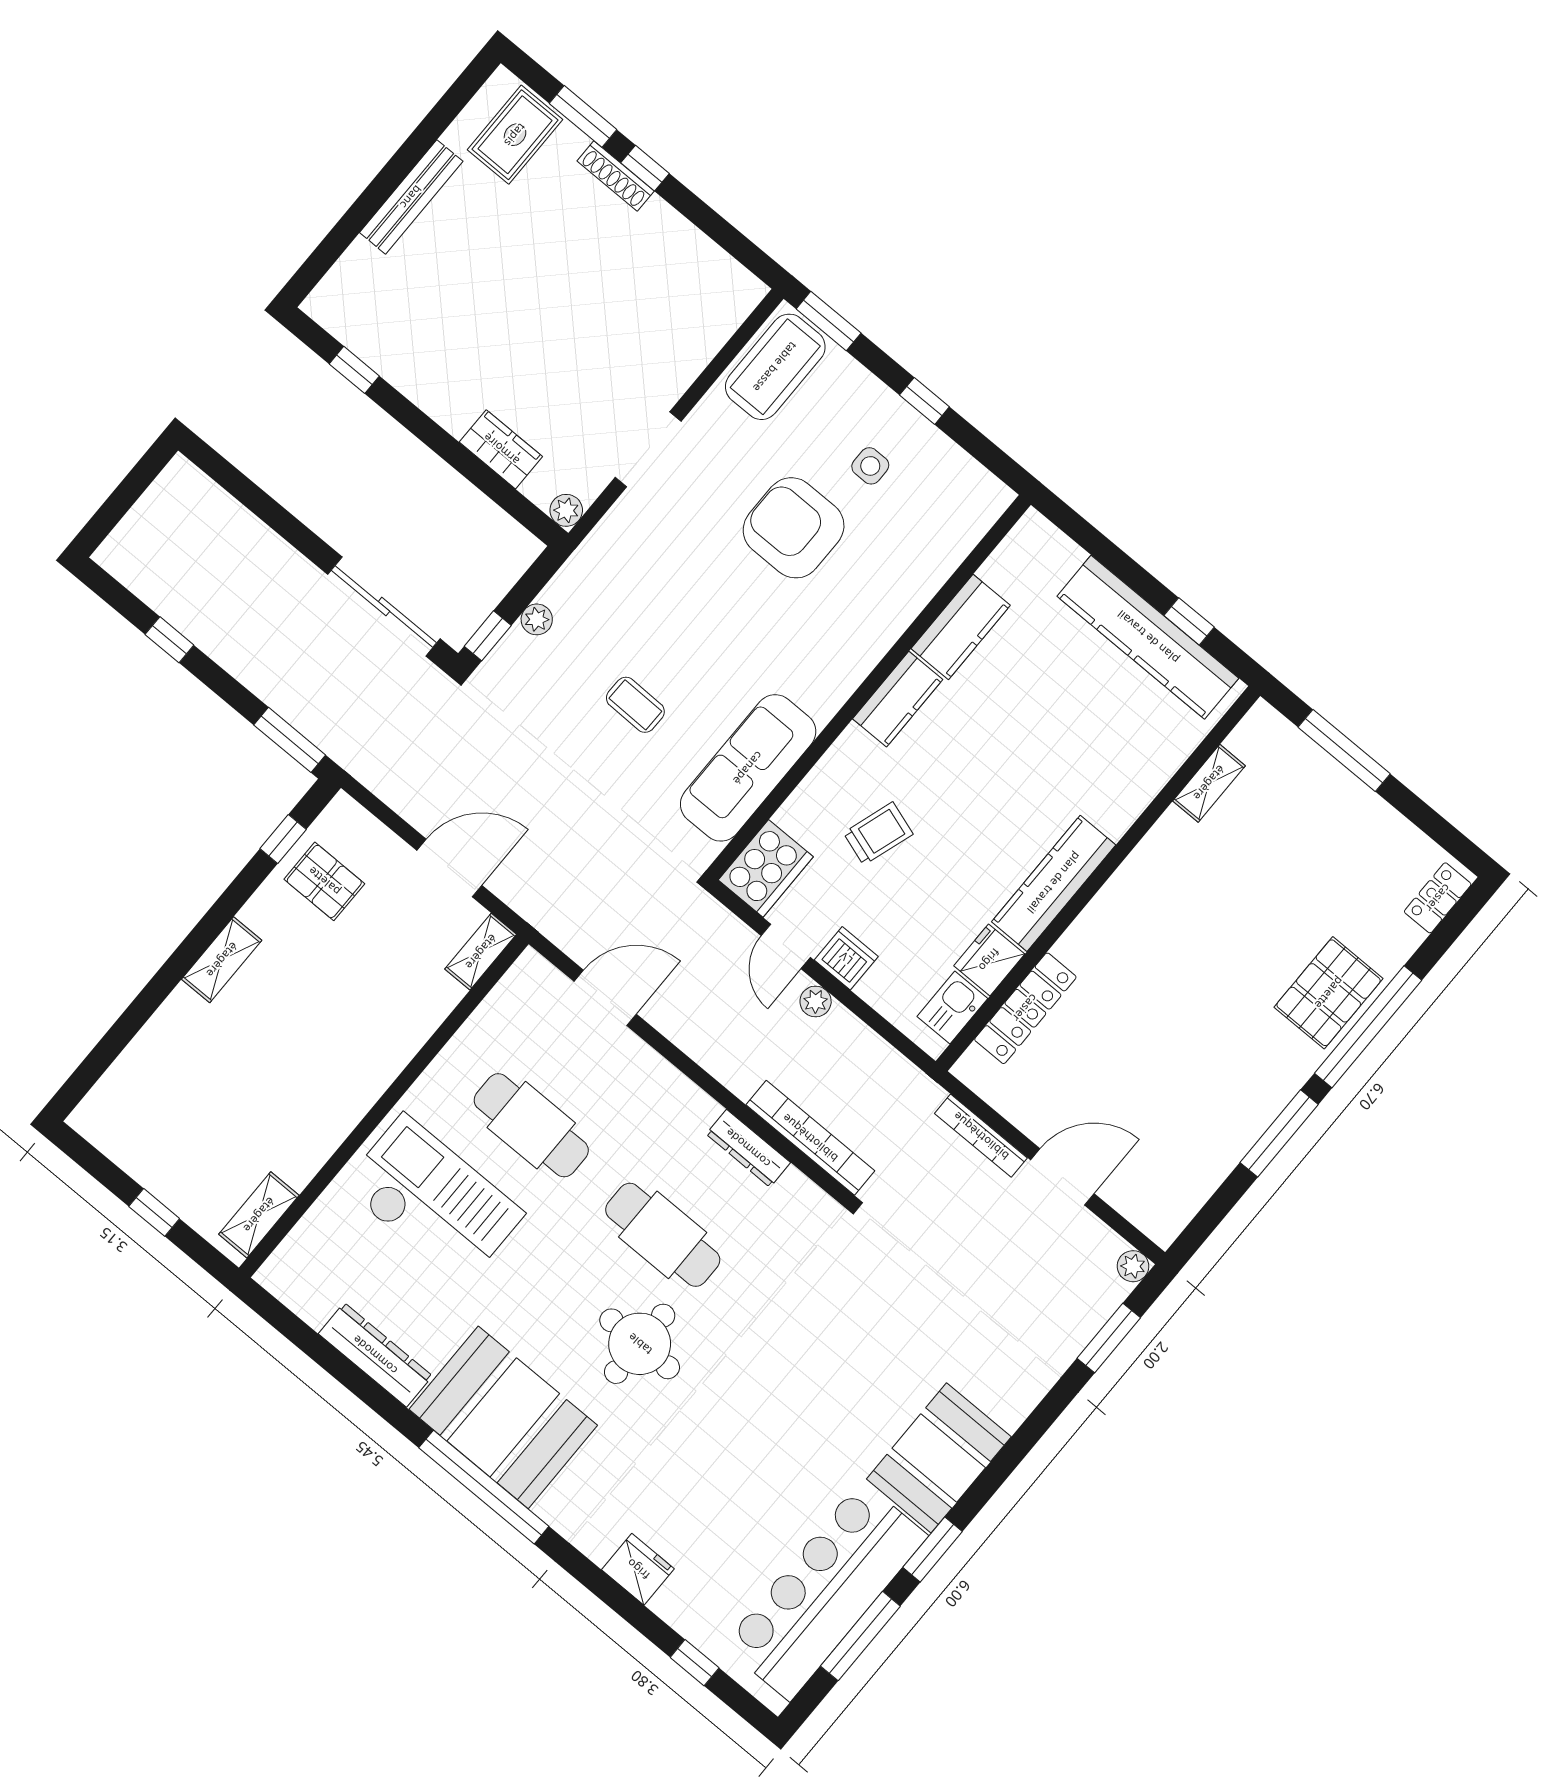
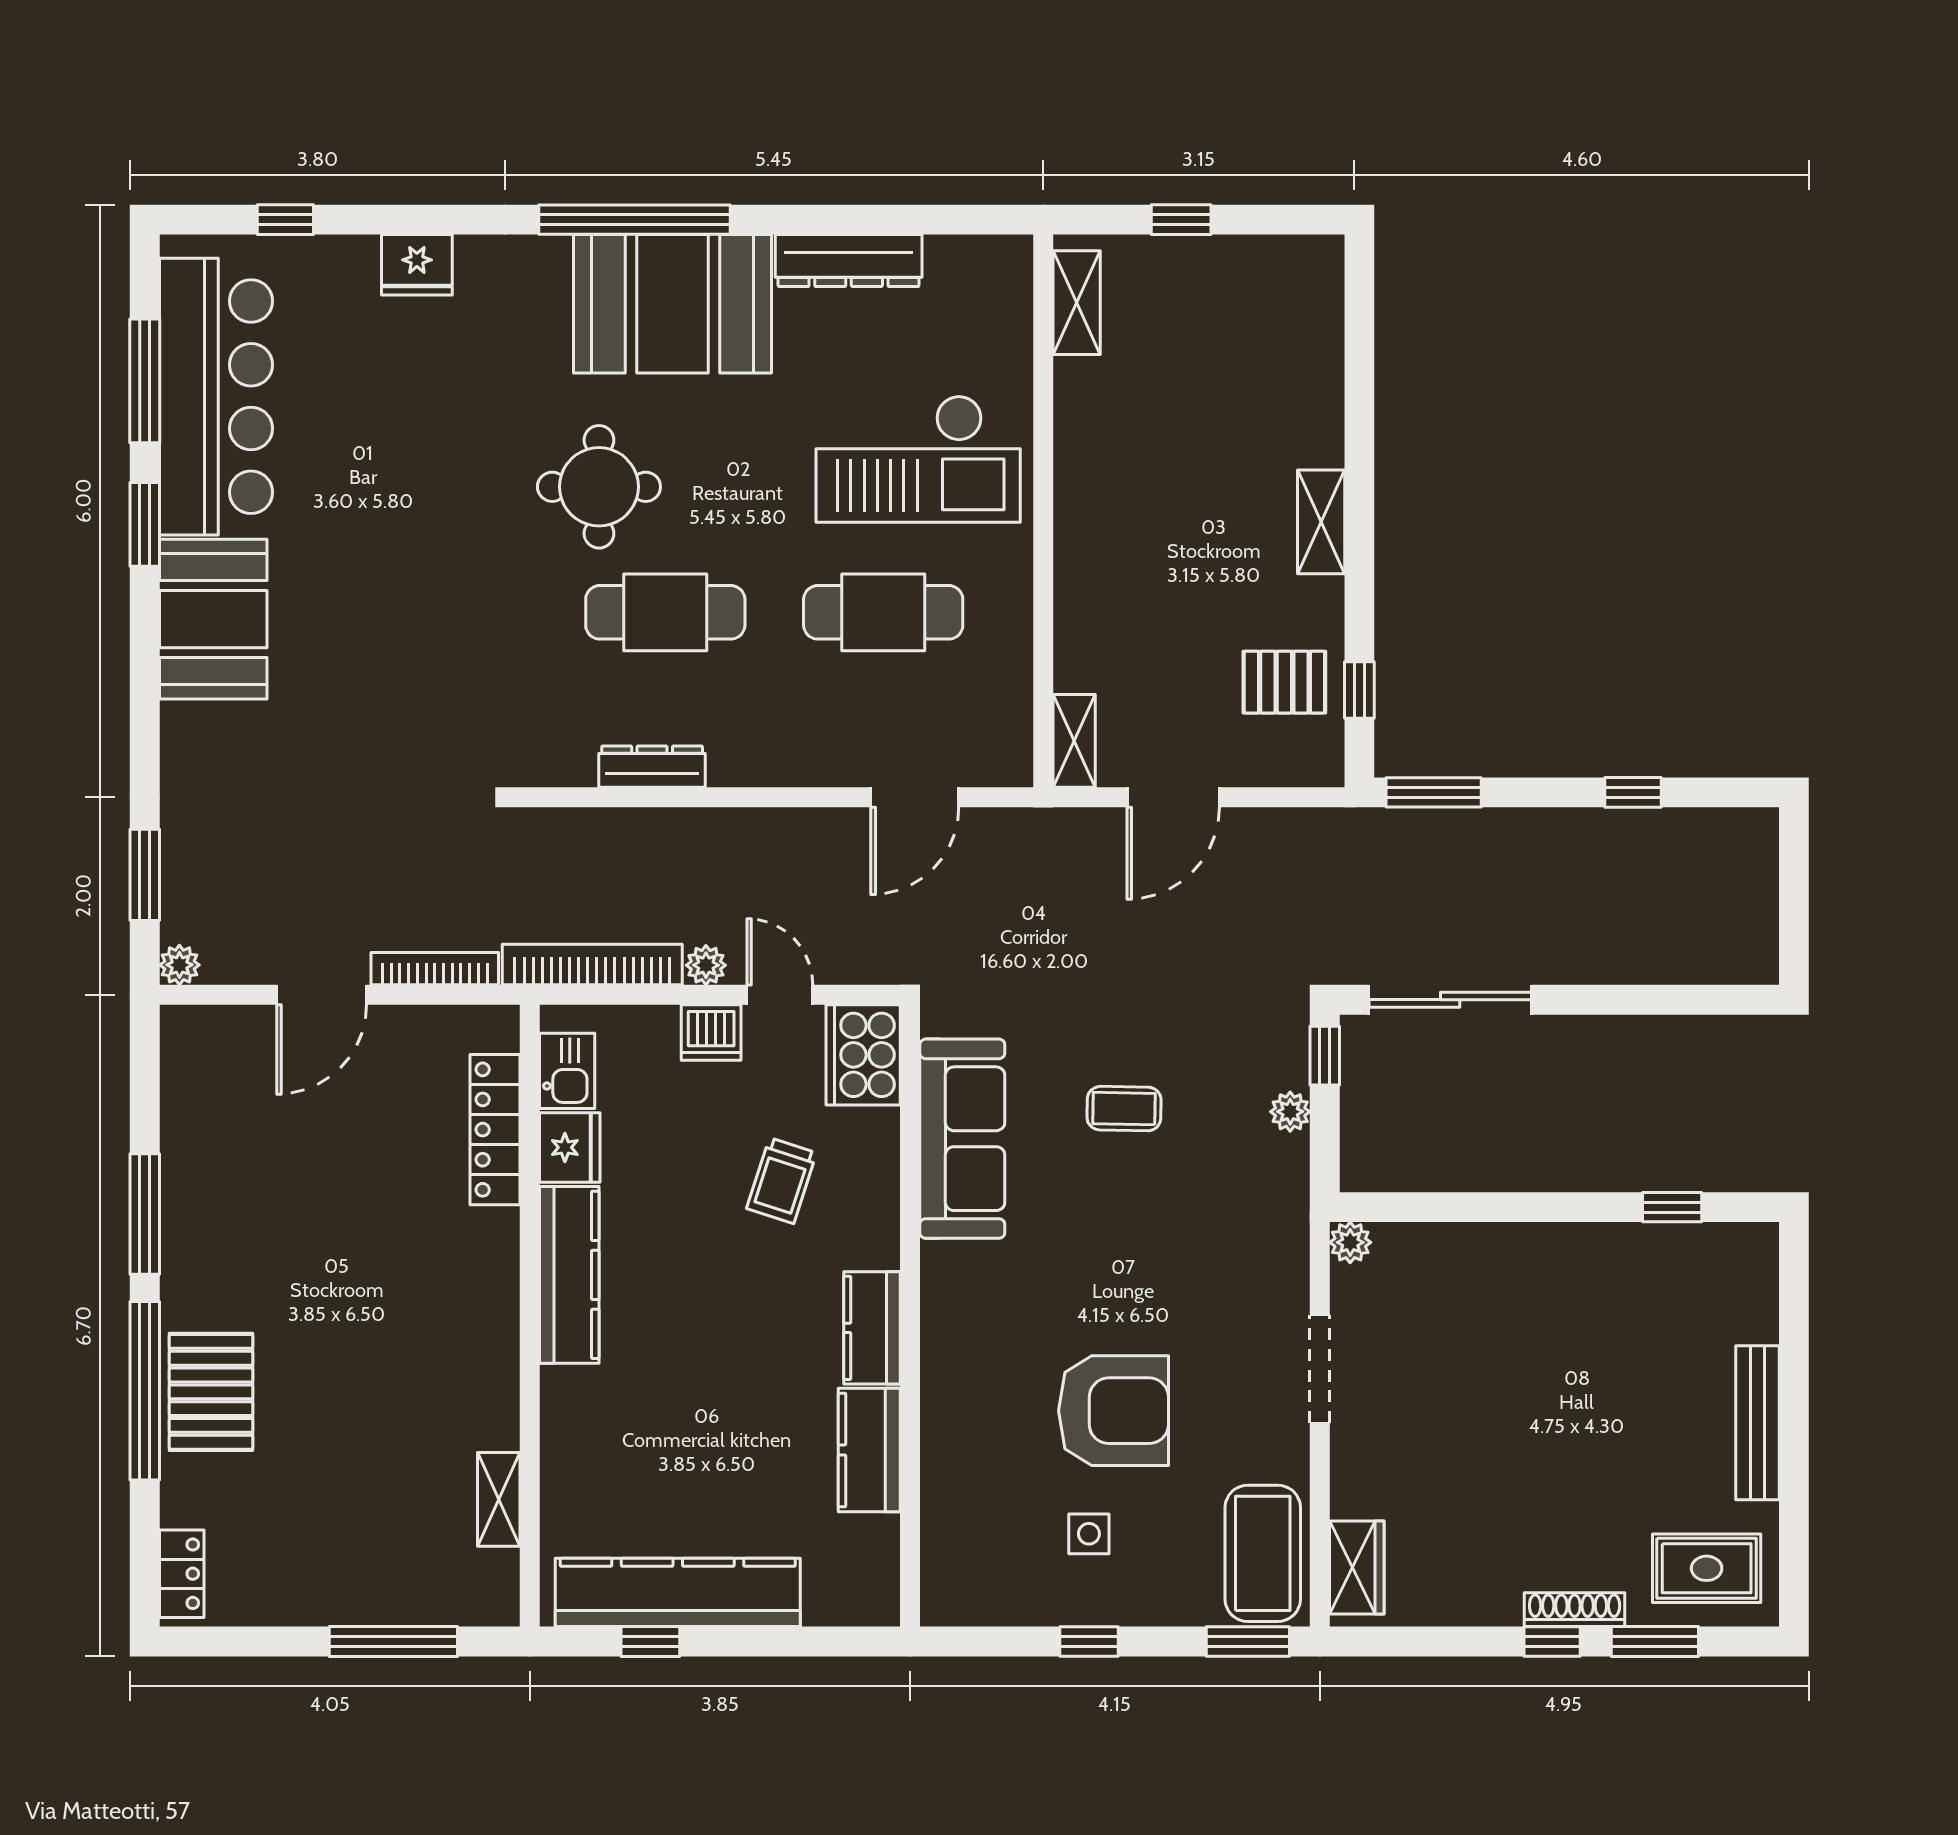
rug: (515, 135) -> (1707, 1568), turned 90
wardrobe: (501, 449) -> (1357, 1567), moved, turned -90
bookcase: (810, 1138) -> (592, 964), moved, turned 180

